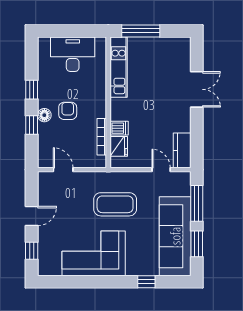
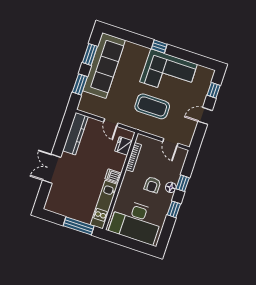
desk: (73, 54) -> (136, 222), width x1.36, depth x1.30
dishwasher: (119, 128) -> (113, 176), moved
kitchen counter: (182, 150) -> (75, 134), width x1.50
door: (161, 170) -> (111, 123), moved
window: (197, 203) -> (80, 84), width x0.69
coffee table: (115, 204) -> (152, 106), moved
window: (146, 282) -> (159, 47), moved

